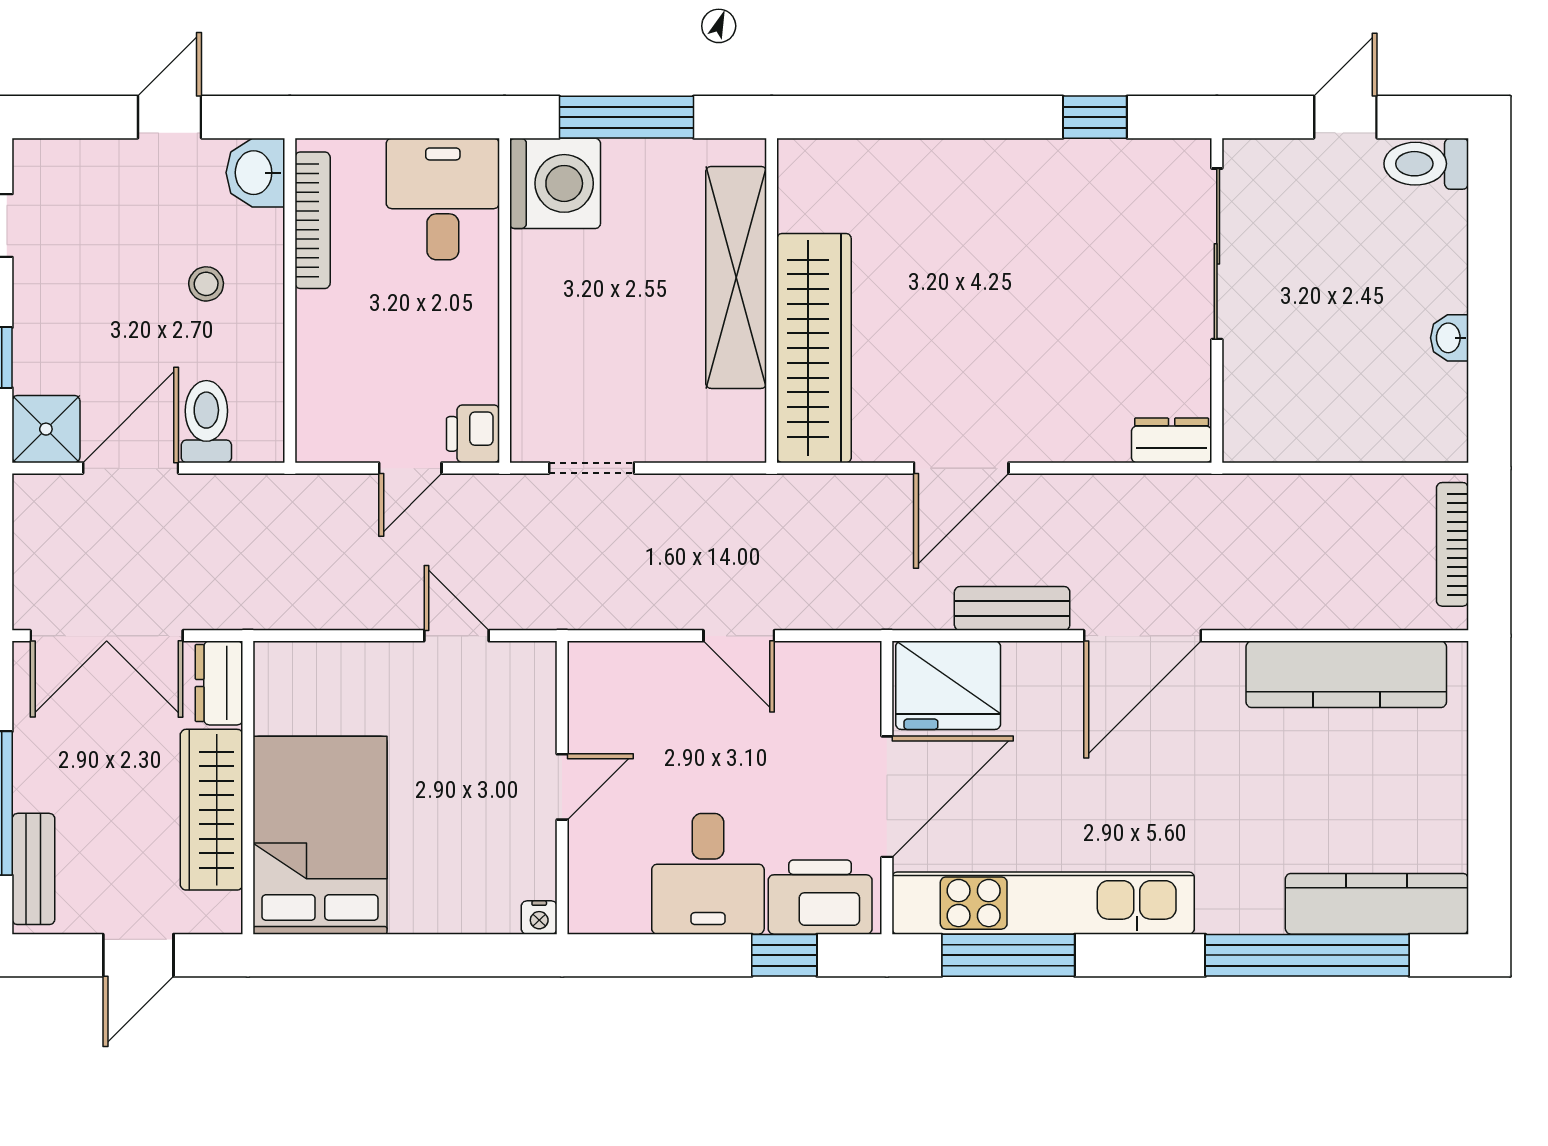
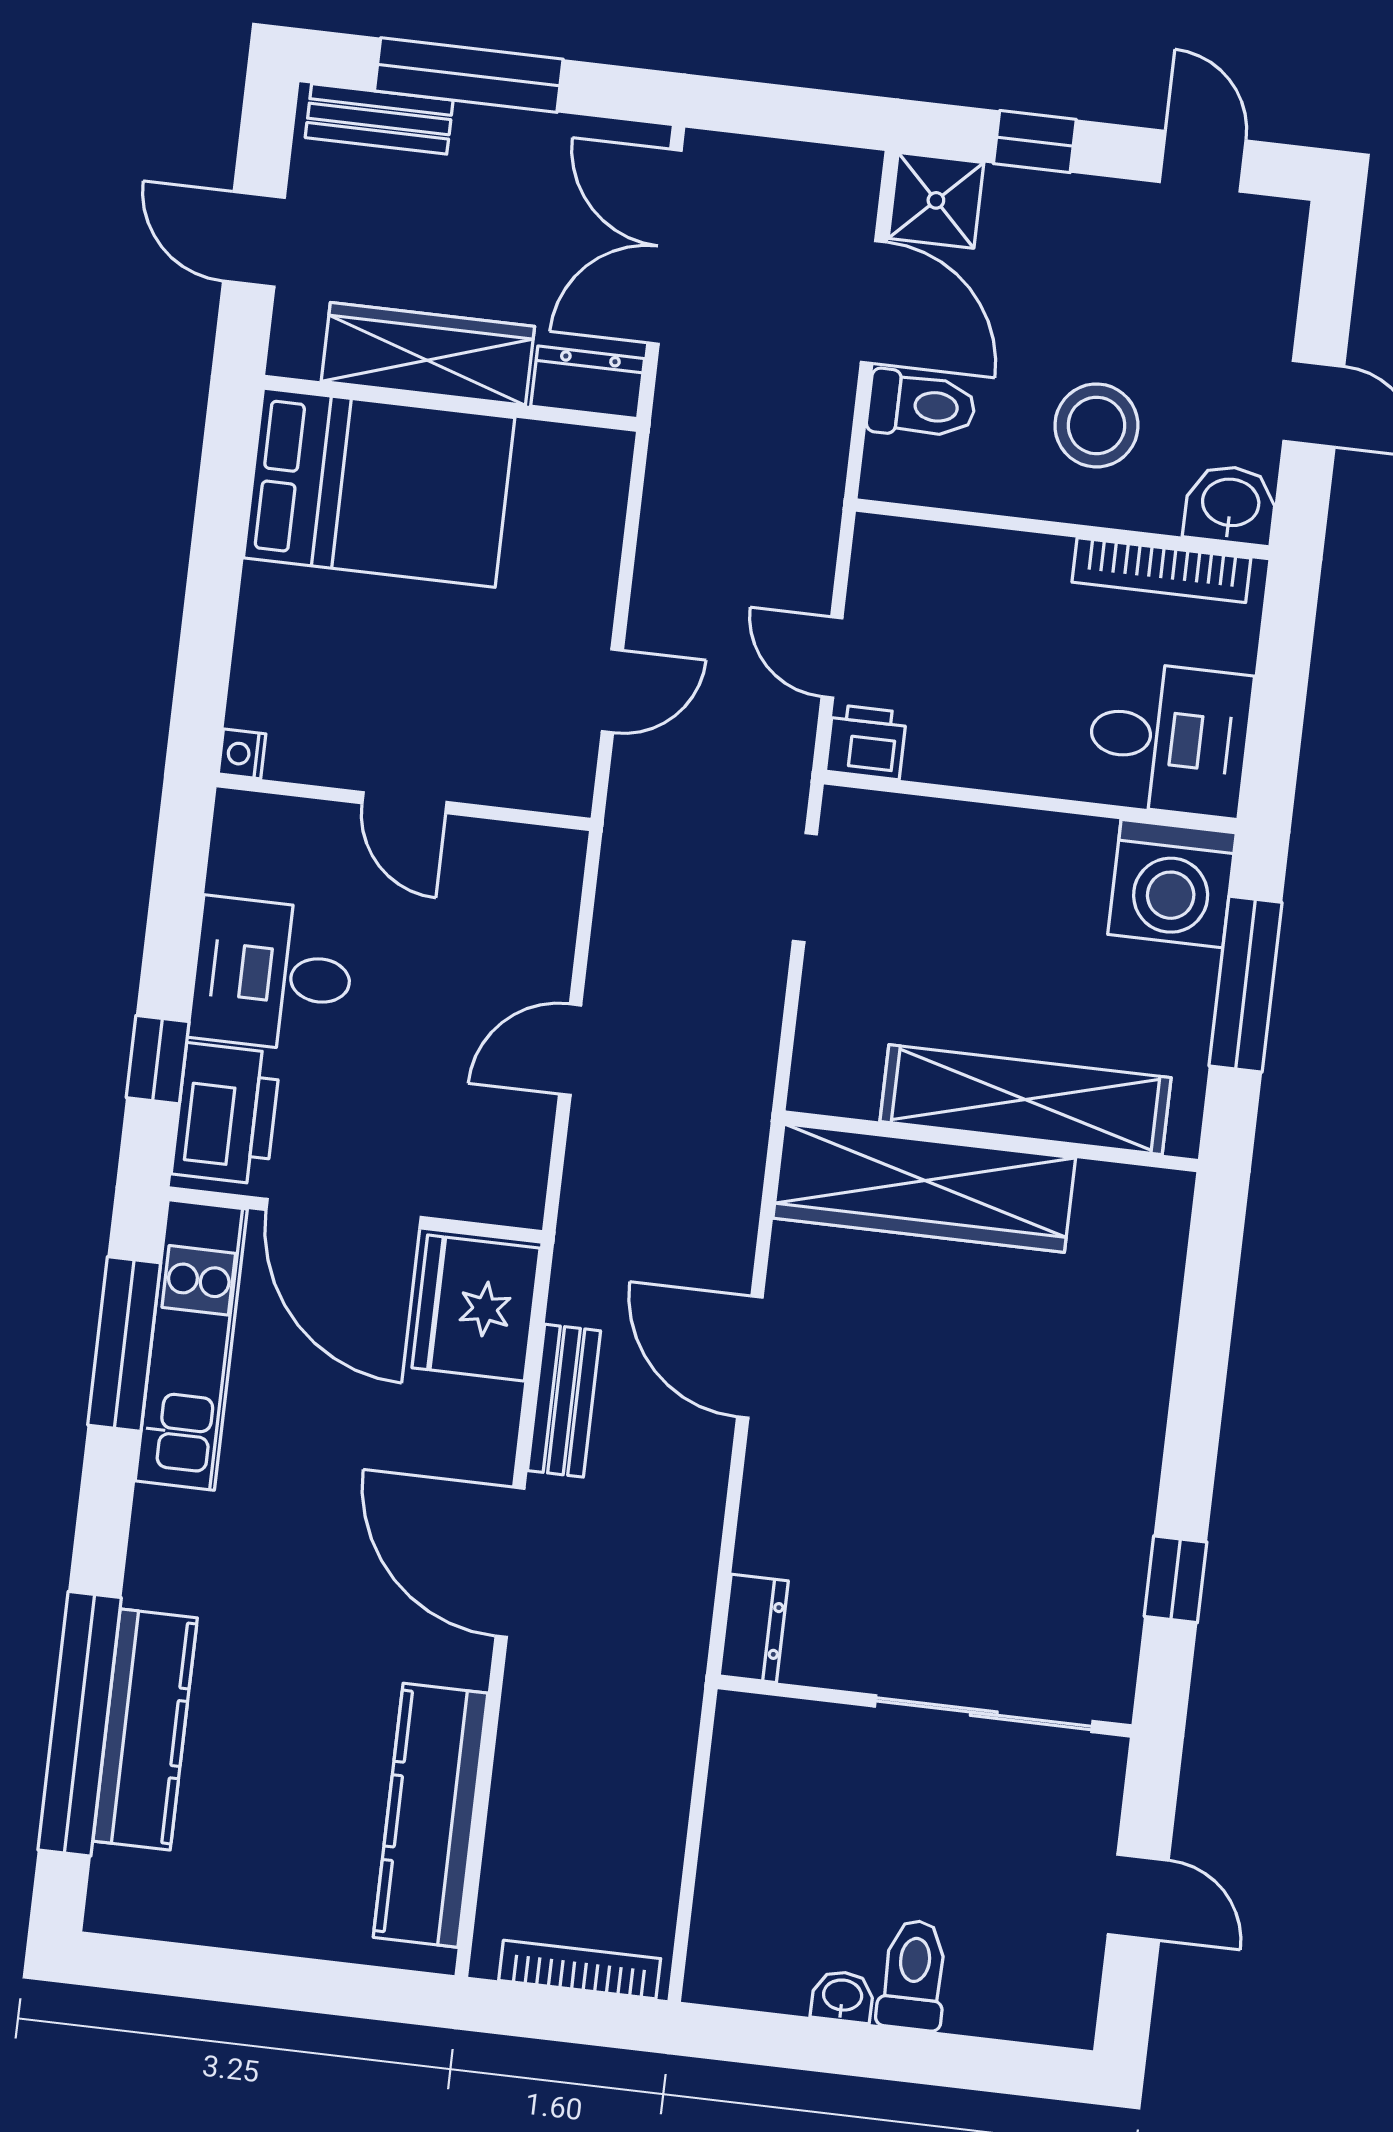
toilet: (1426, 164) -> (913, 1975), moved
stool: (206, 284) -> (1096, 425), width x1.89, depth x1.89
kitchen unit: (1043, 903) -> (191, 1345), width x0.73
kitchen counter: (1377, 904) -> (145, 1729), moved

